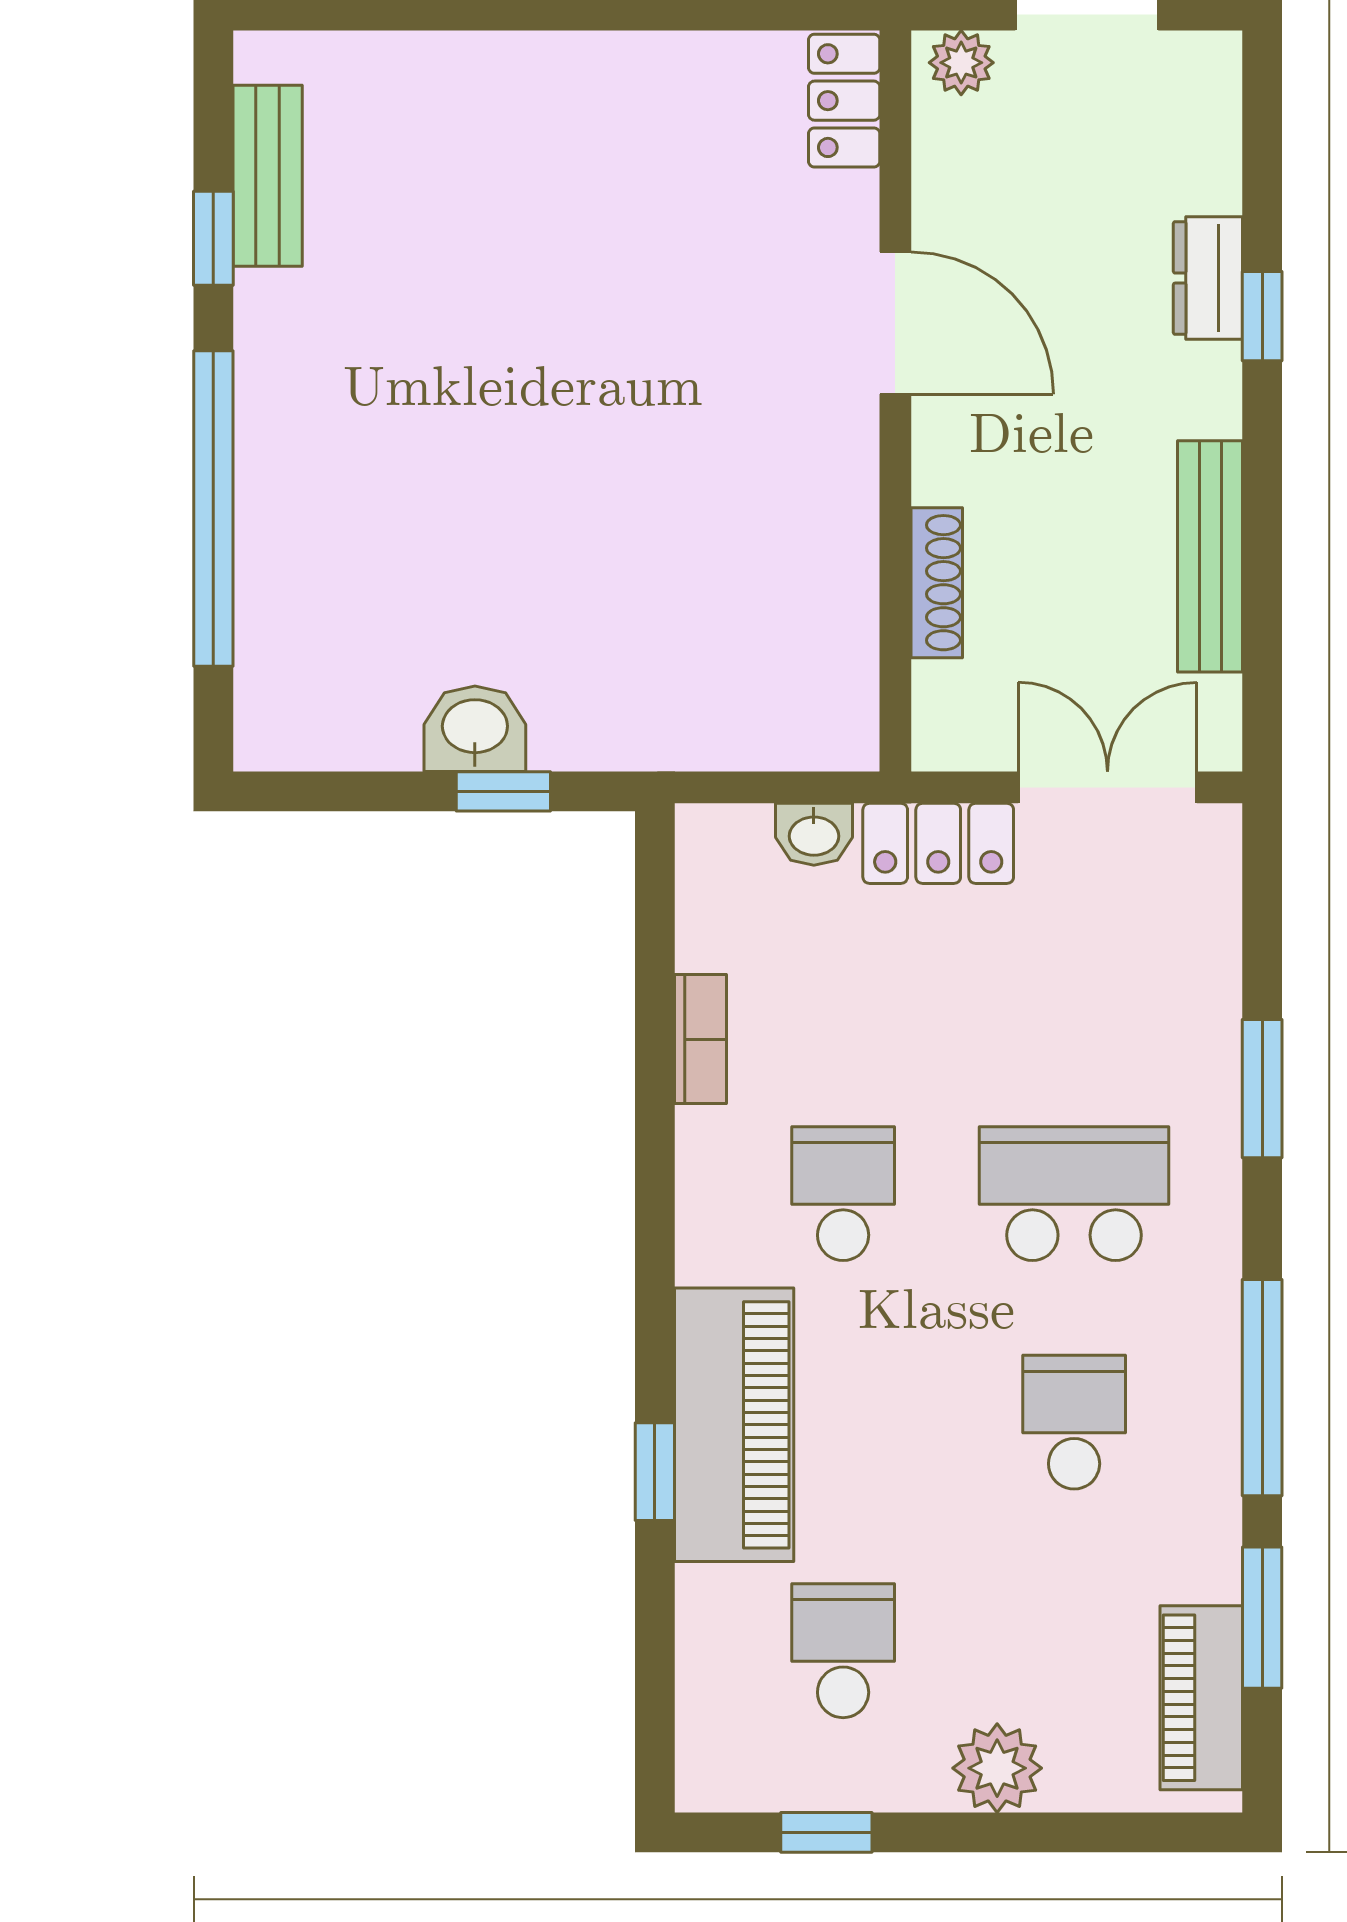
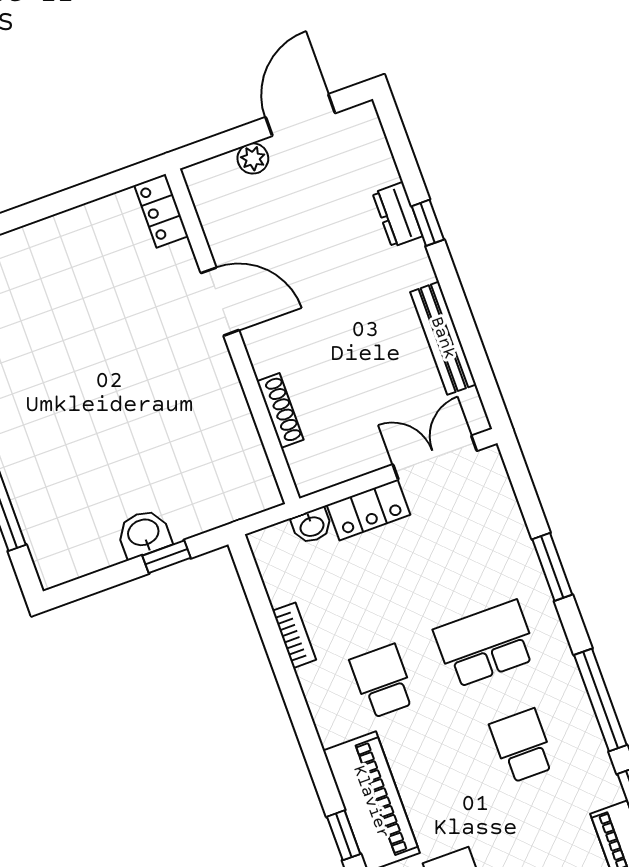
locker: (844, 101) -> (161, 211), moved
door: (895, 323) -> (220, 302), moved
wall: (895, 401) -> (232, 336), moved
shoe rack: (937, 583) -> (280, 411), moved

